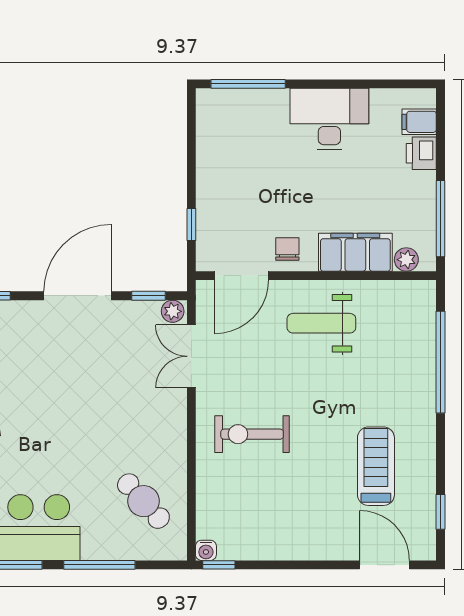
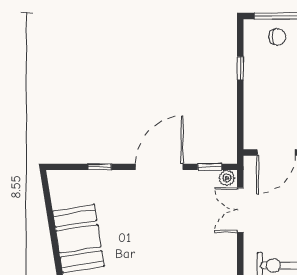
chair: (244, 113) -> (277, 37), added
window: (191, 224) -> (240, 68), moved

